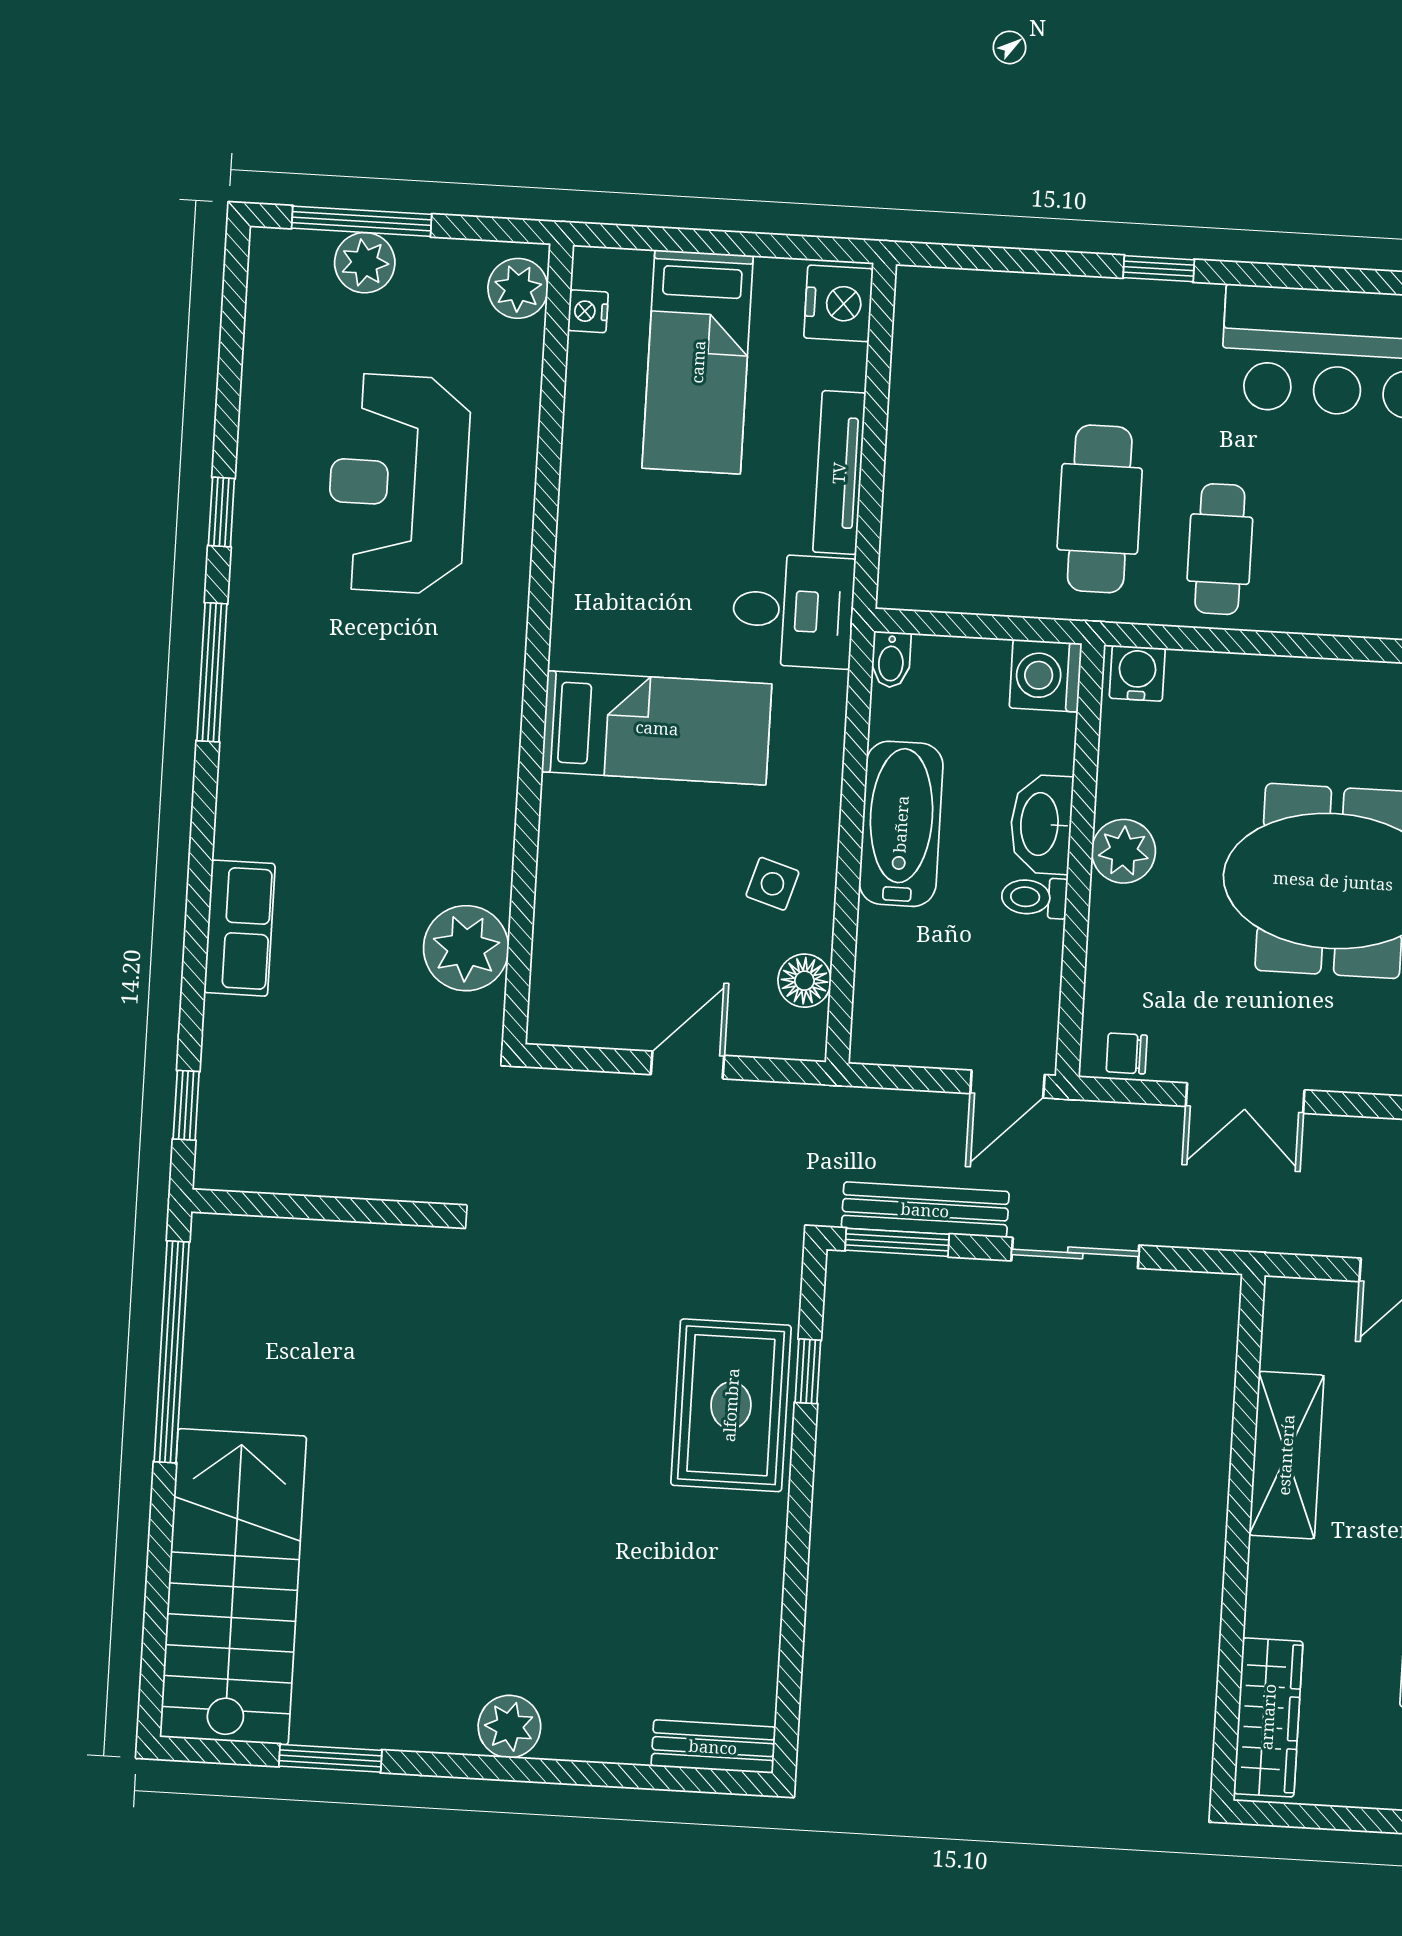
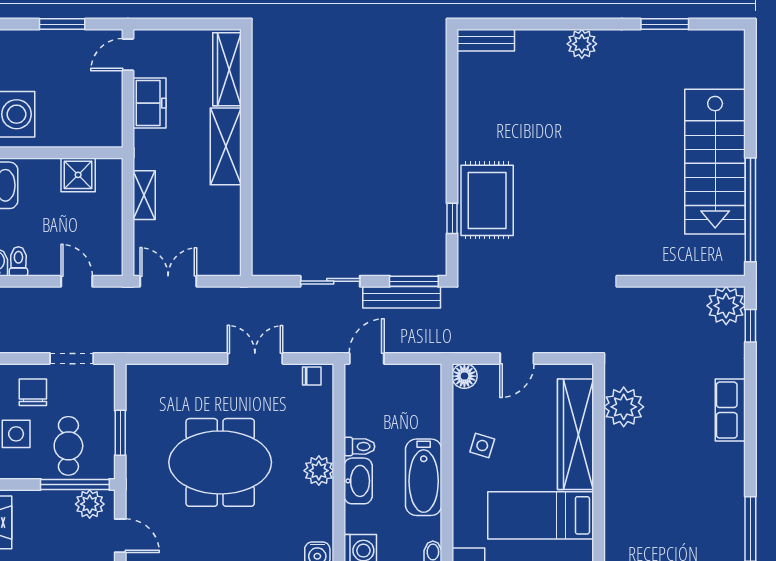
wardrobe: (572, 896) -> (576, 434), added
floor lamp: (804, 981) -> (464, 376), moved
plant: (235, 1151) -> (726, 306), added
shelving: (1286, 1455) -> (226, 146), moved
stairs: (233, 1587) -> (715, 162), moved

